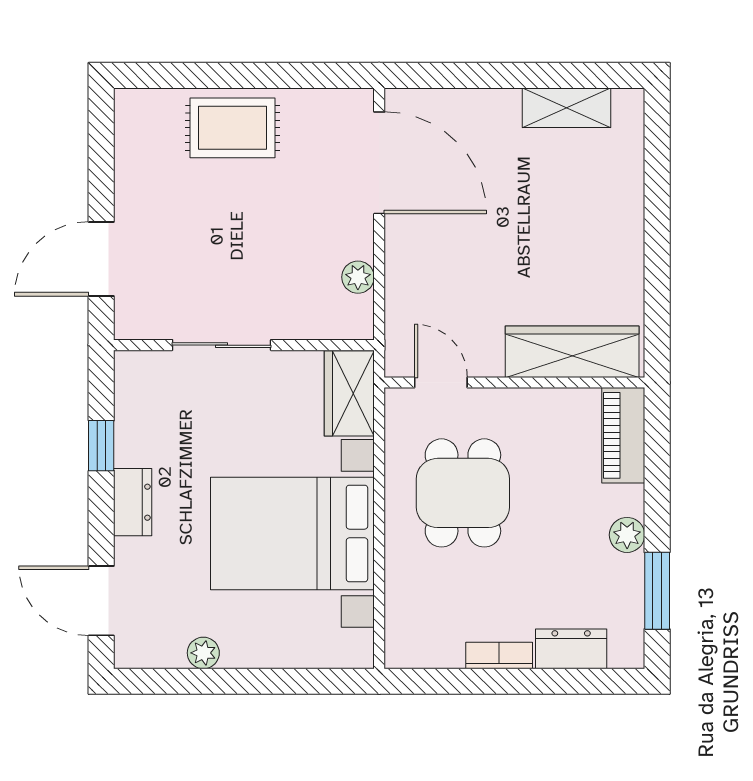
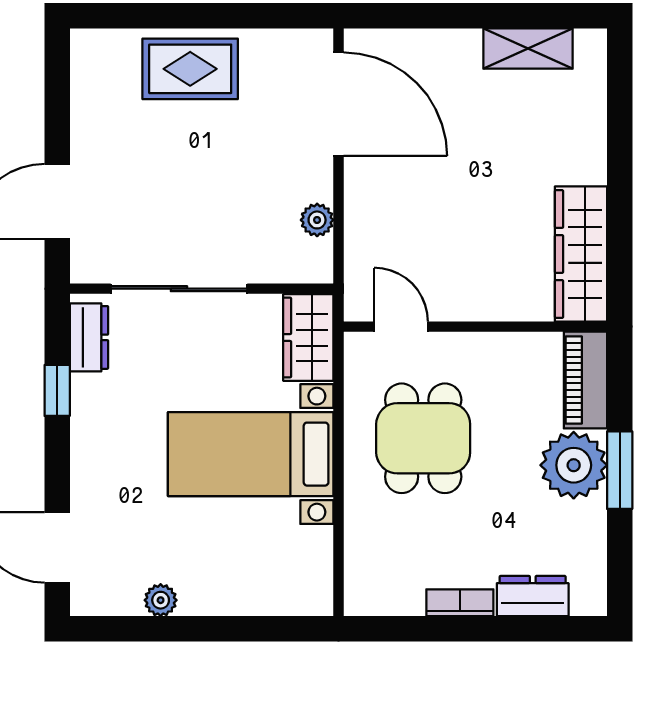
sliding door: (222, 345) -> (179, 289), width x1.37
wardrobe: (572, 352) -> (581, 254), moved, turned -90
dresser: (133, 502) -> (89, 337), moved
bed with nightstands: (292, 533) -> (251, 454), width x0.73
plant: (627, 535) -> (574, 465), width x1.87, depth x1.87
window: (657, 591) -> (620, 470), moved

